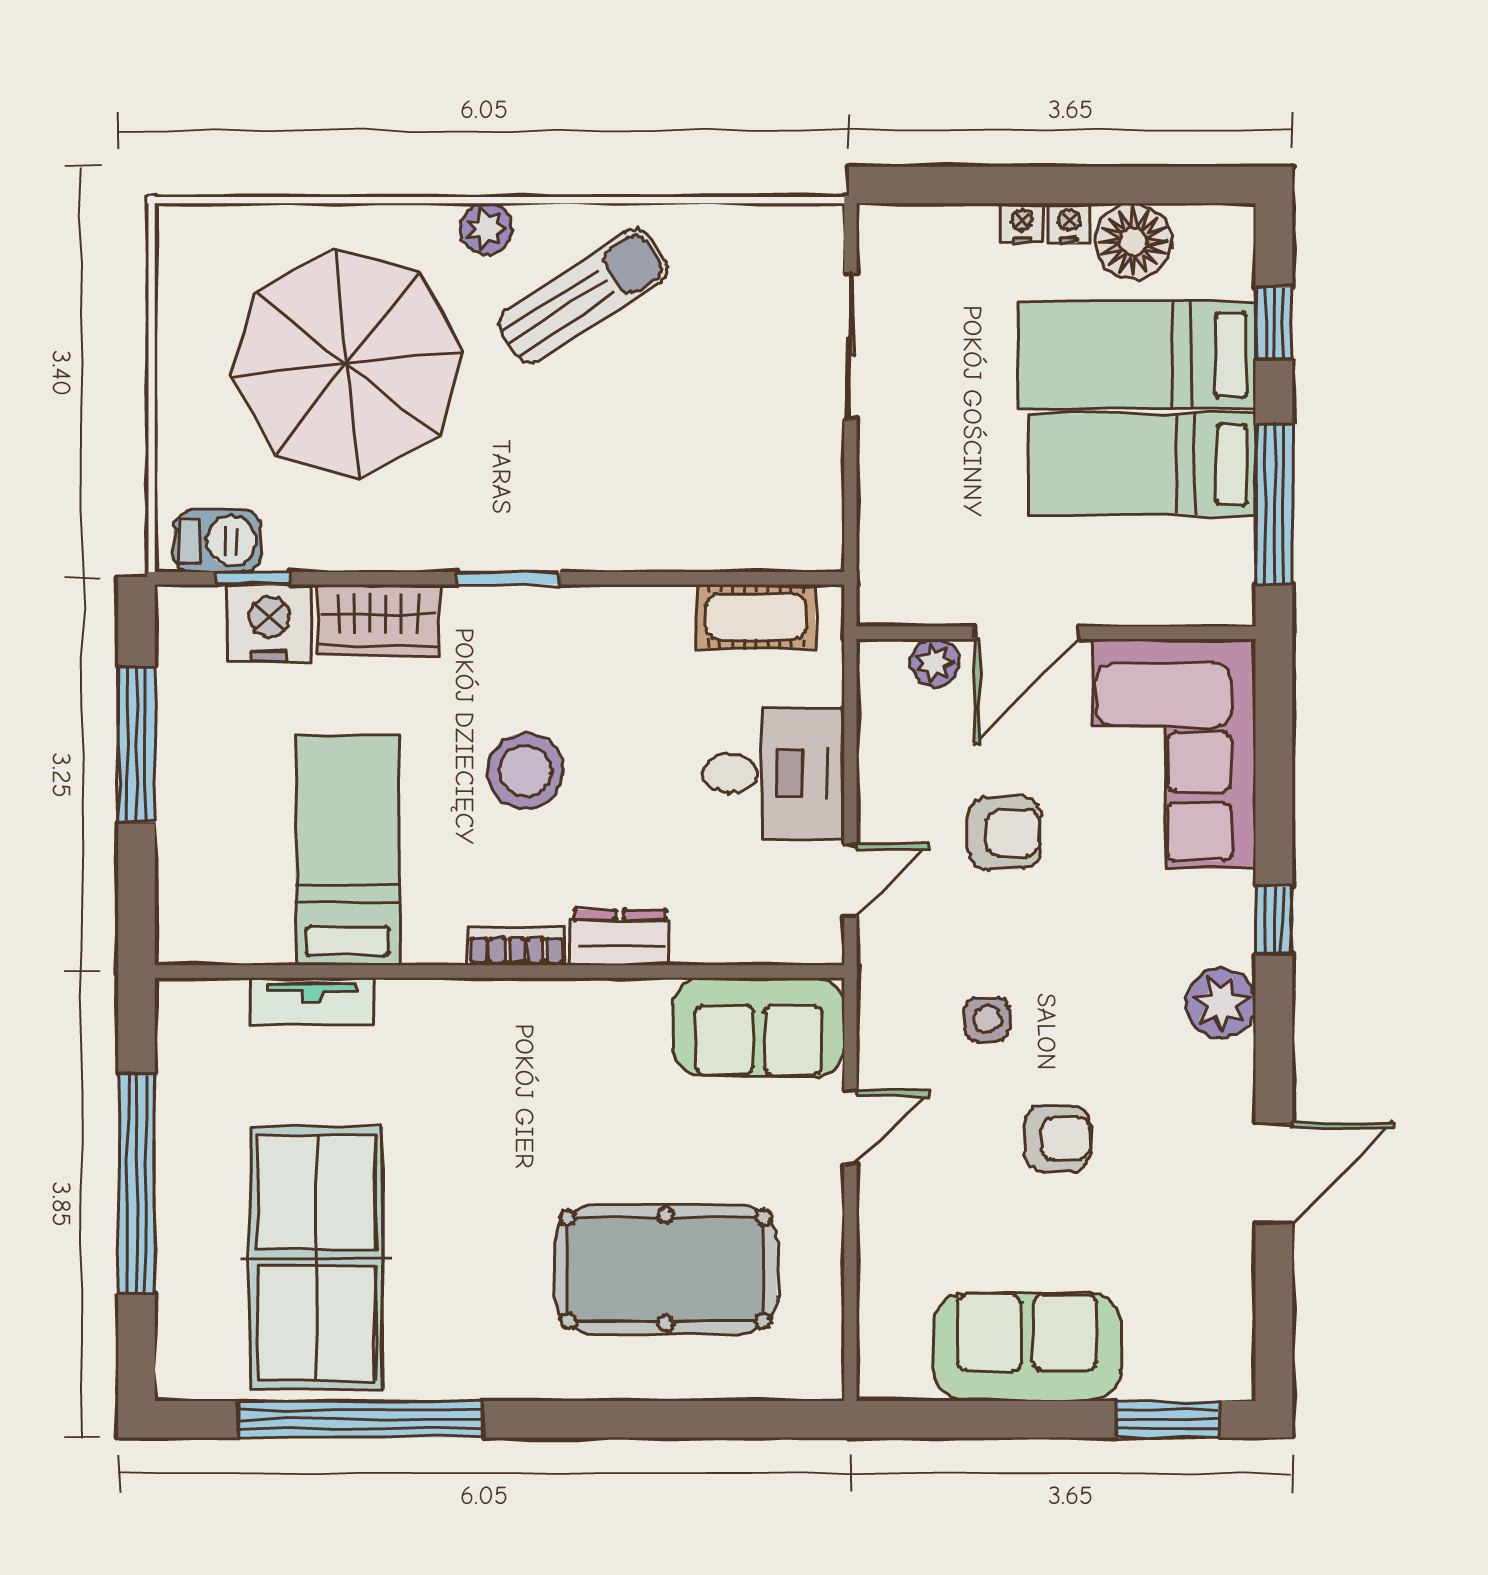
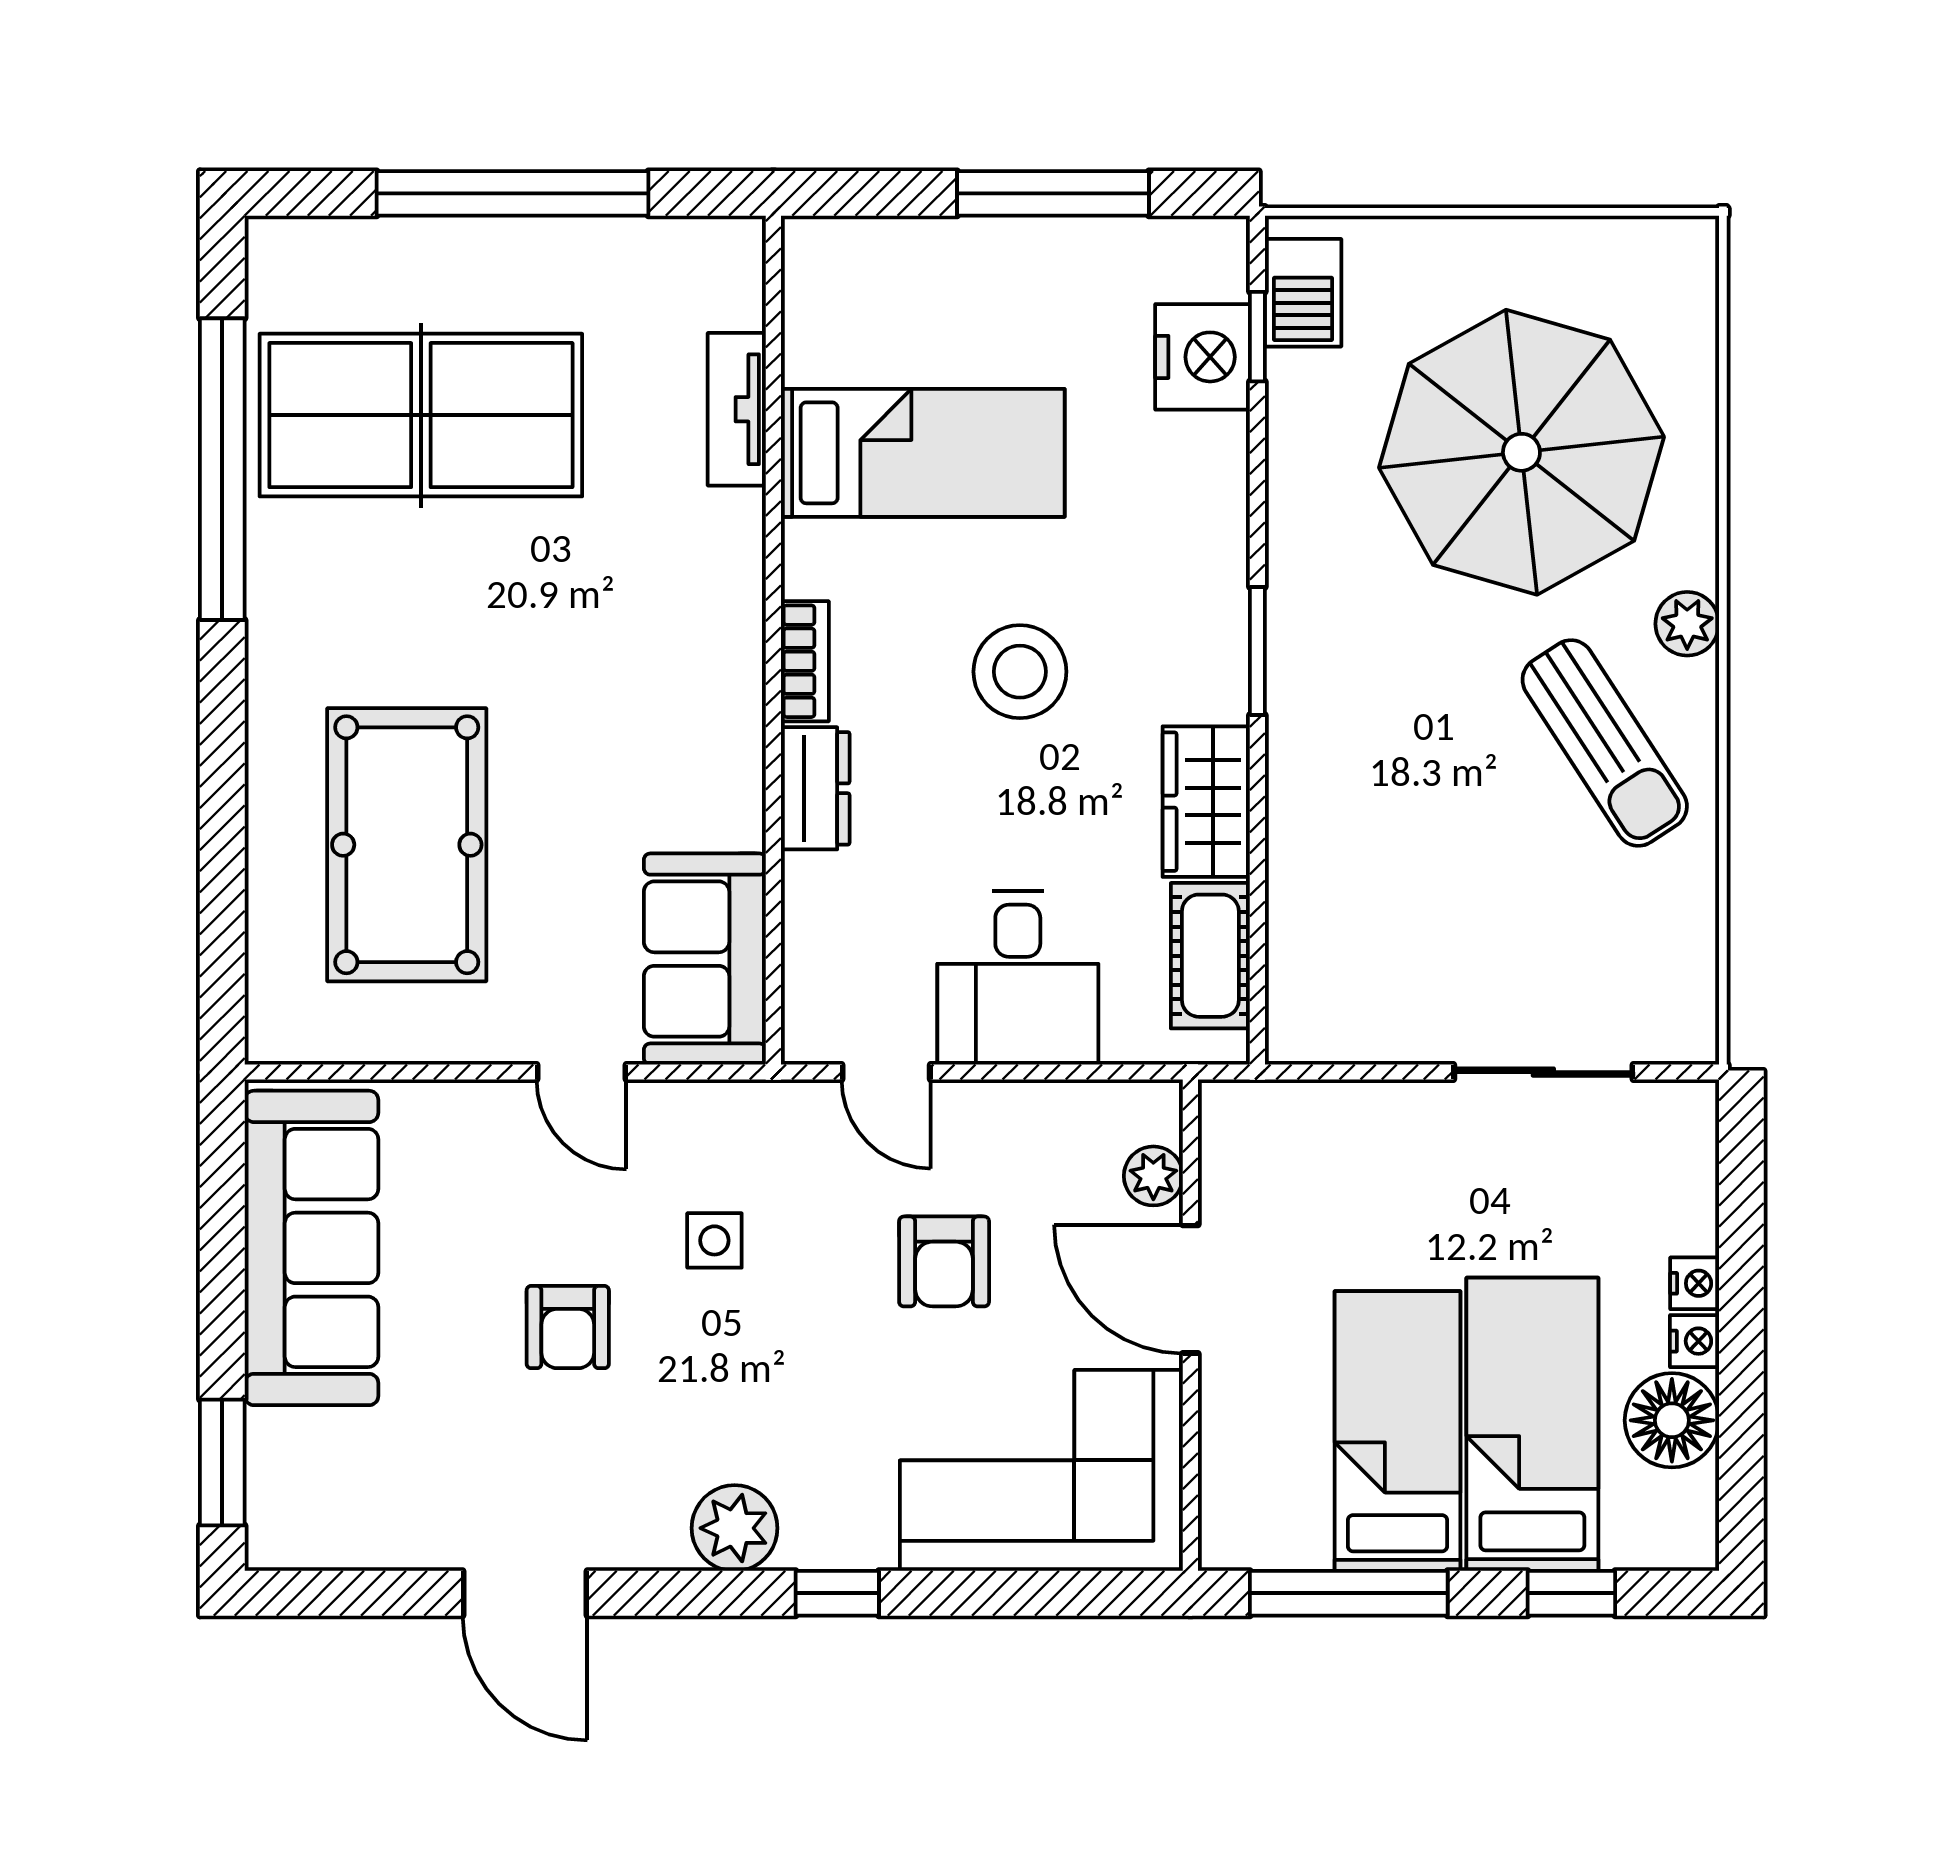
wardrobe: (378, 620) -> (1206, 802), moved
sofa: (1027, 1347) -> (311, 1248), width x1.36

